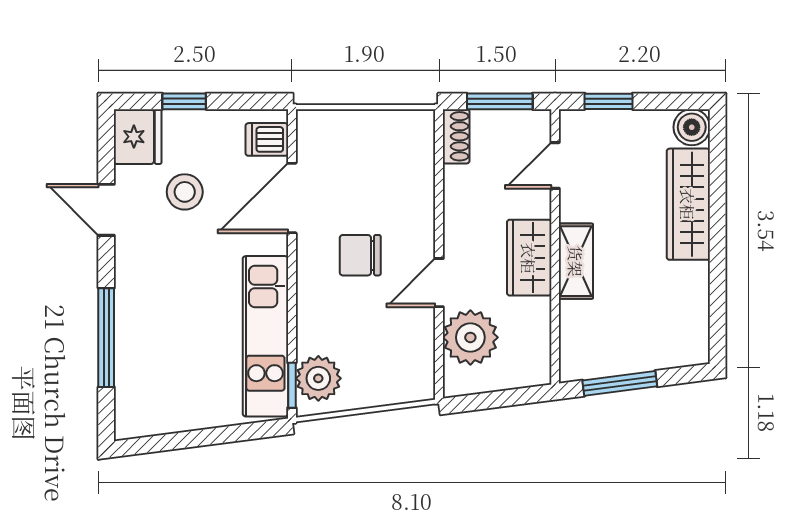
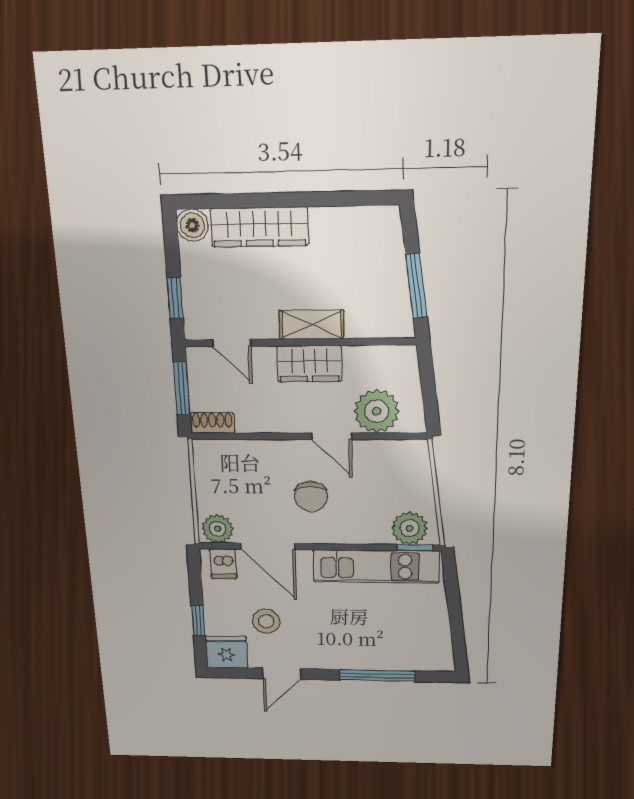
plant: (316, 135) -> (217, 529), added

